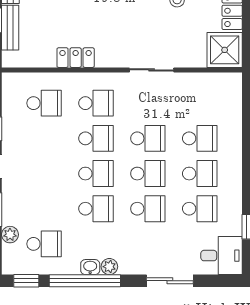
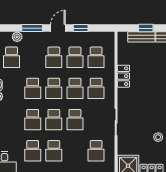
school desk: (44, 138) -> (75, 57), added
school desk: (200, 138) -> (96, 151), moved
school desk: (44, 174) -> (54, 57), added

